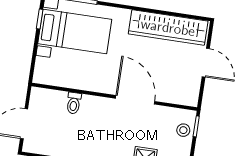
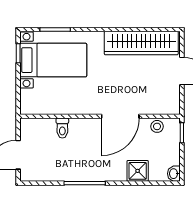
door: (135, 100) -> (120, 116), swing flipped
stool: (183, 130) -> (157, 126), moved

